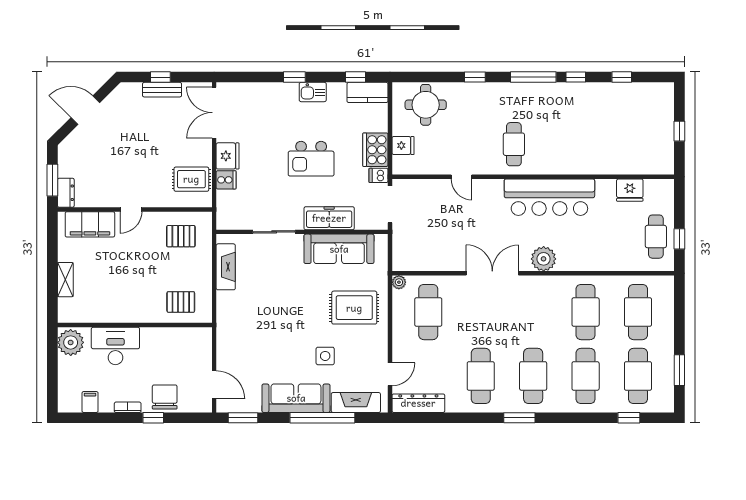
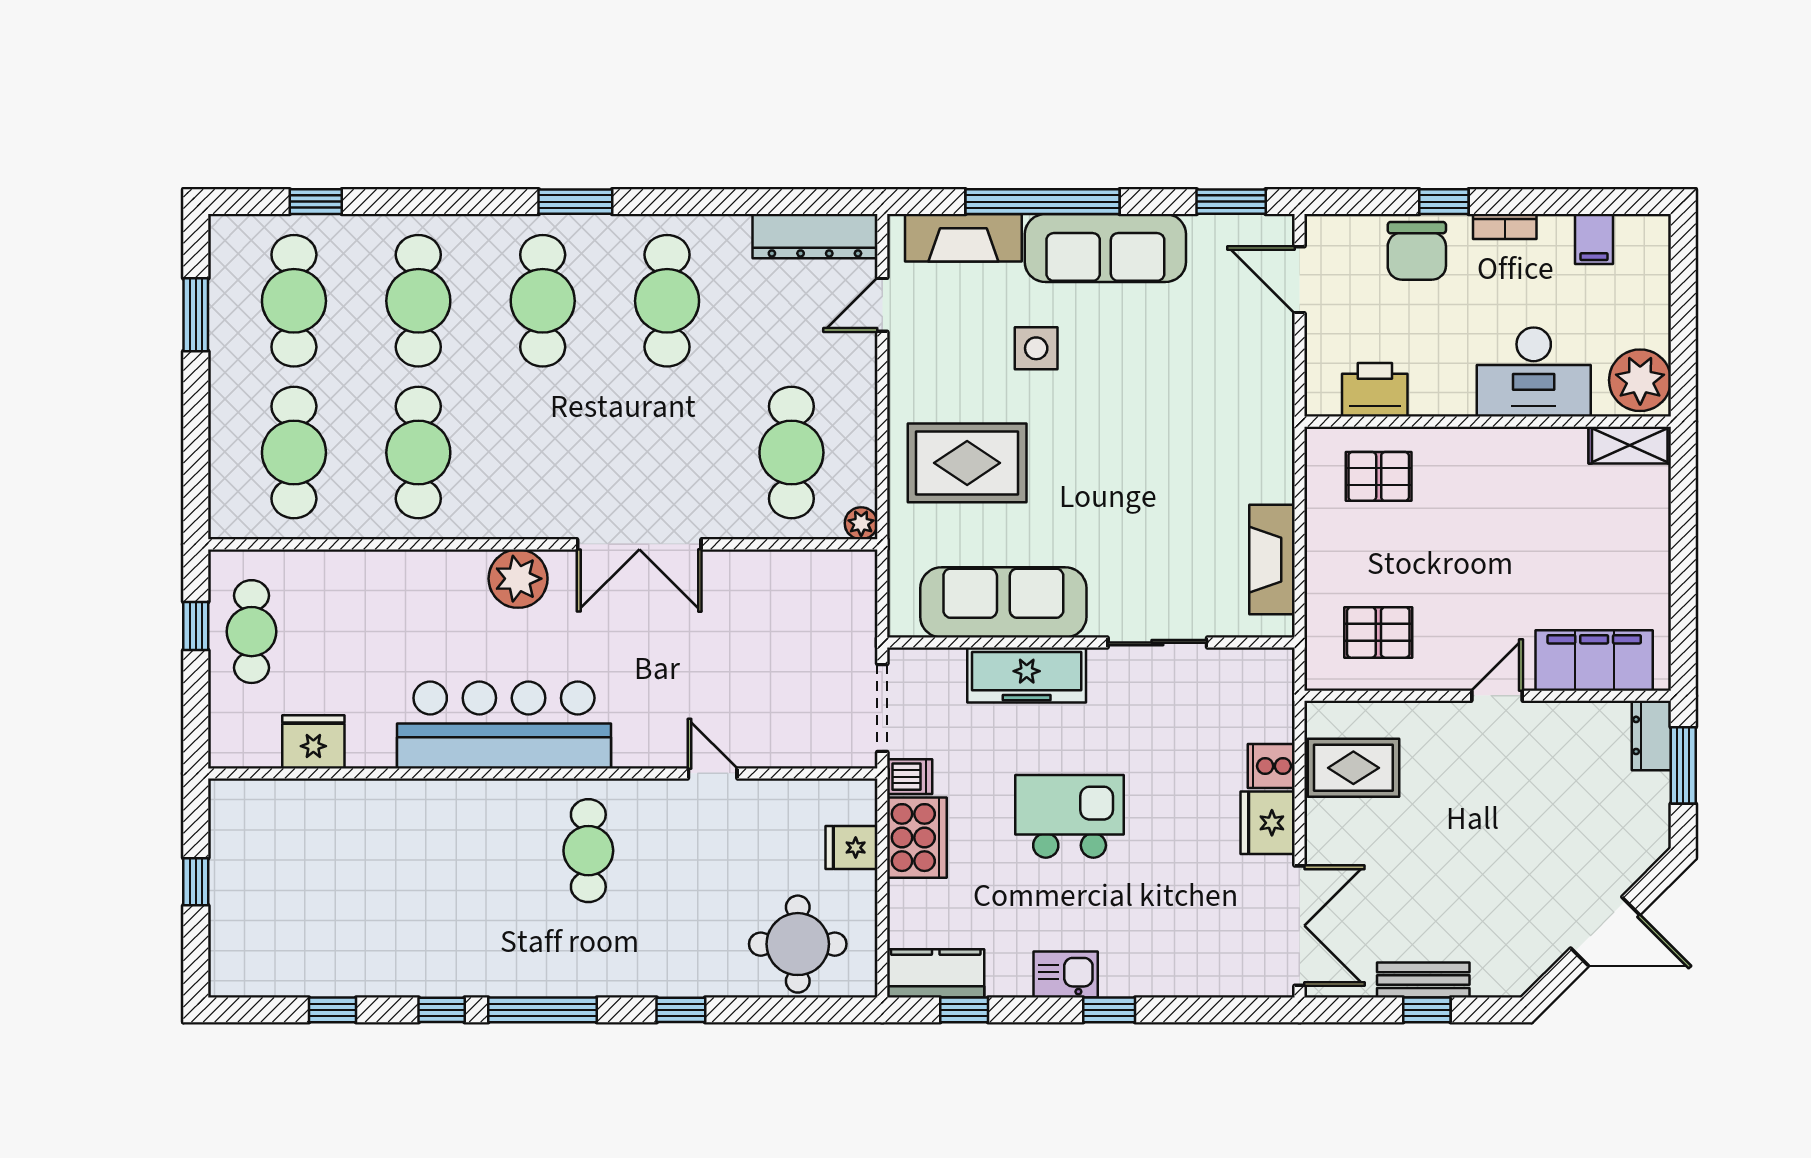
shelving: (65, 280) -> (1630, 445), moved, turned 90
printer: (182, 338) -> (1375, 390), added

